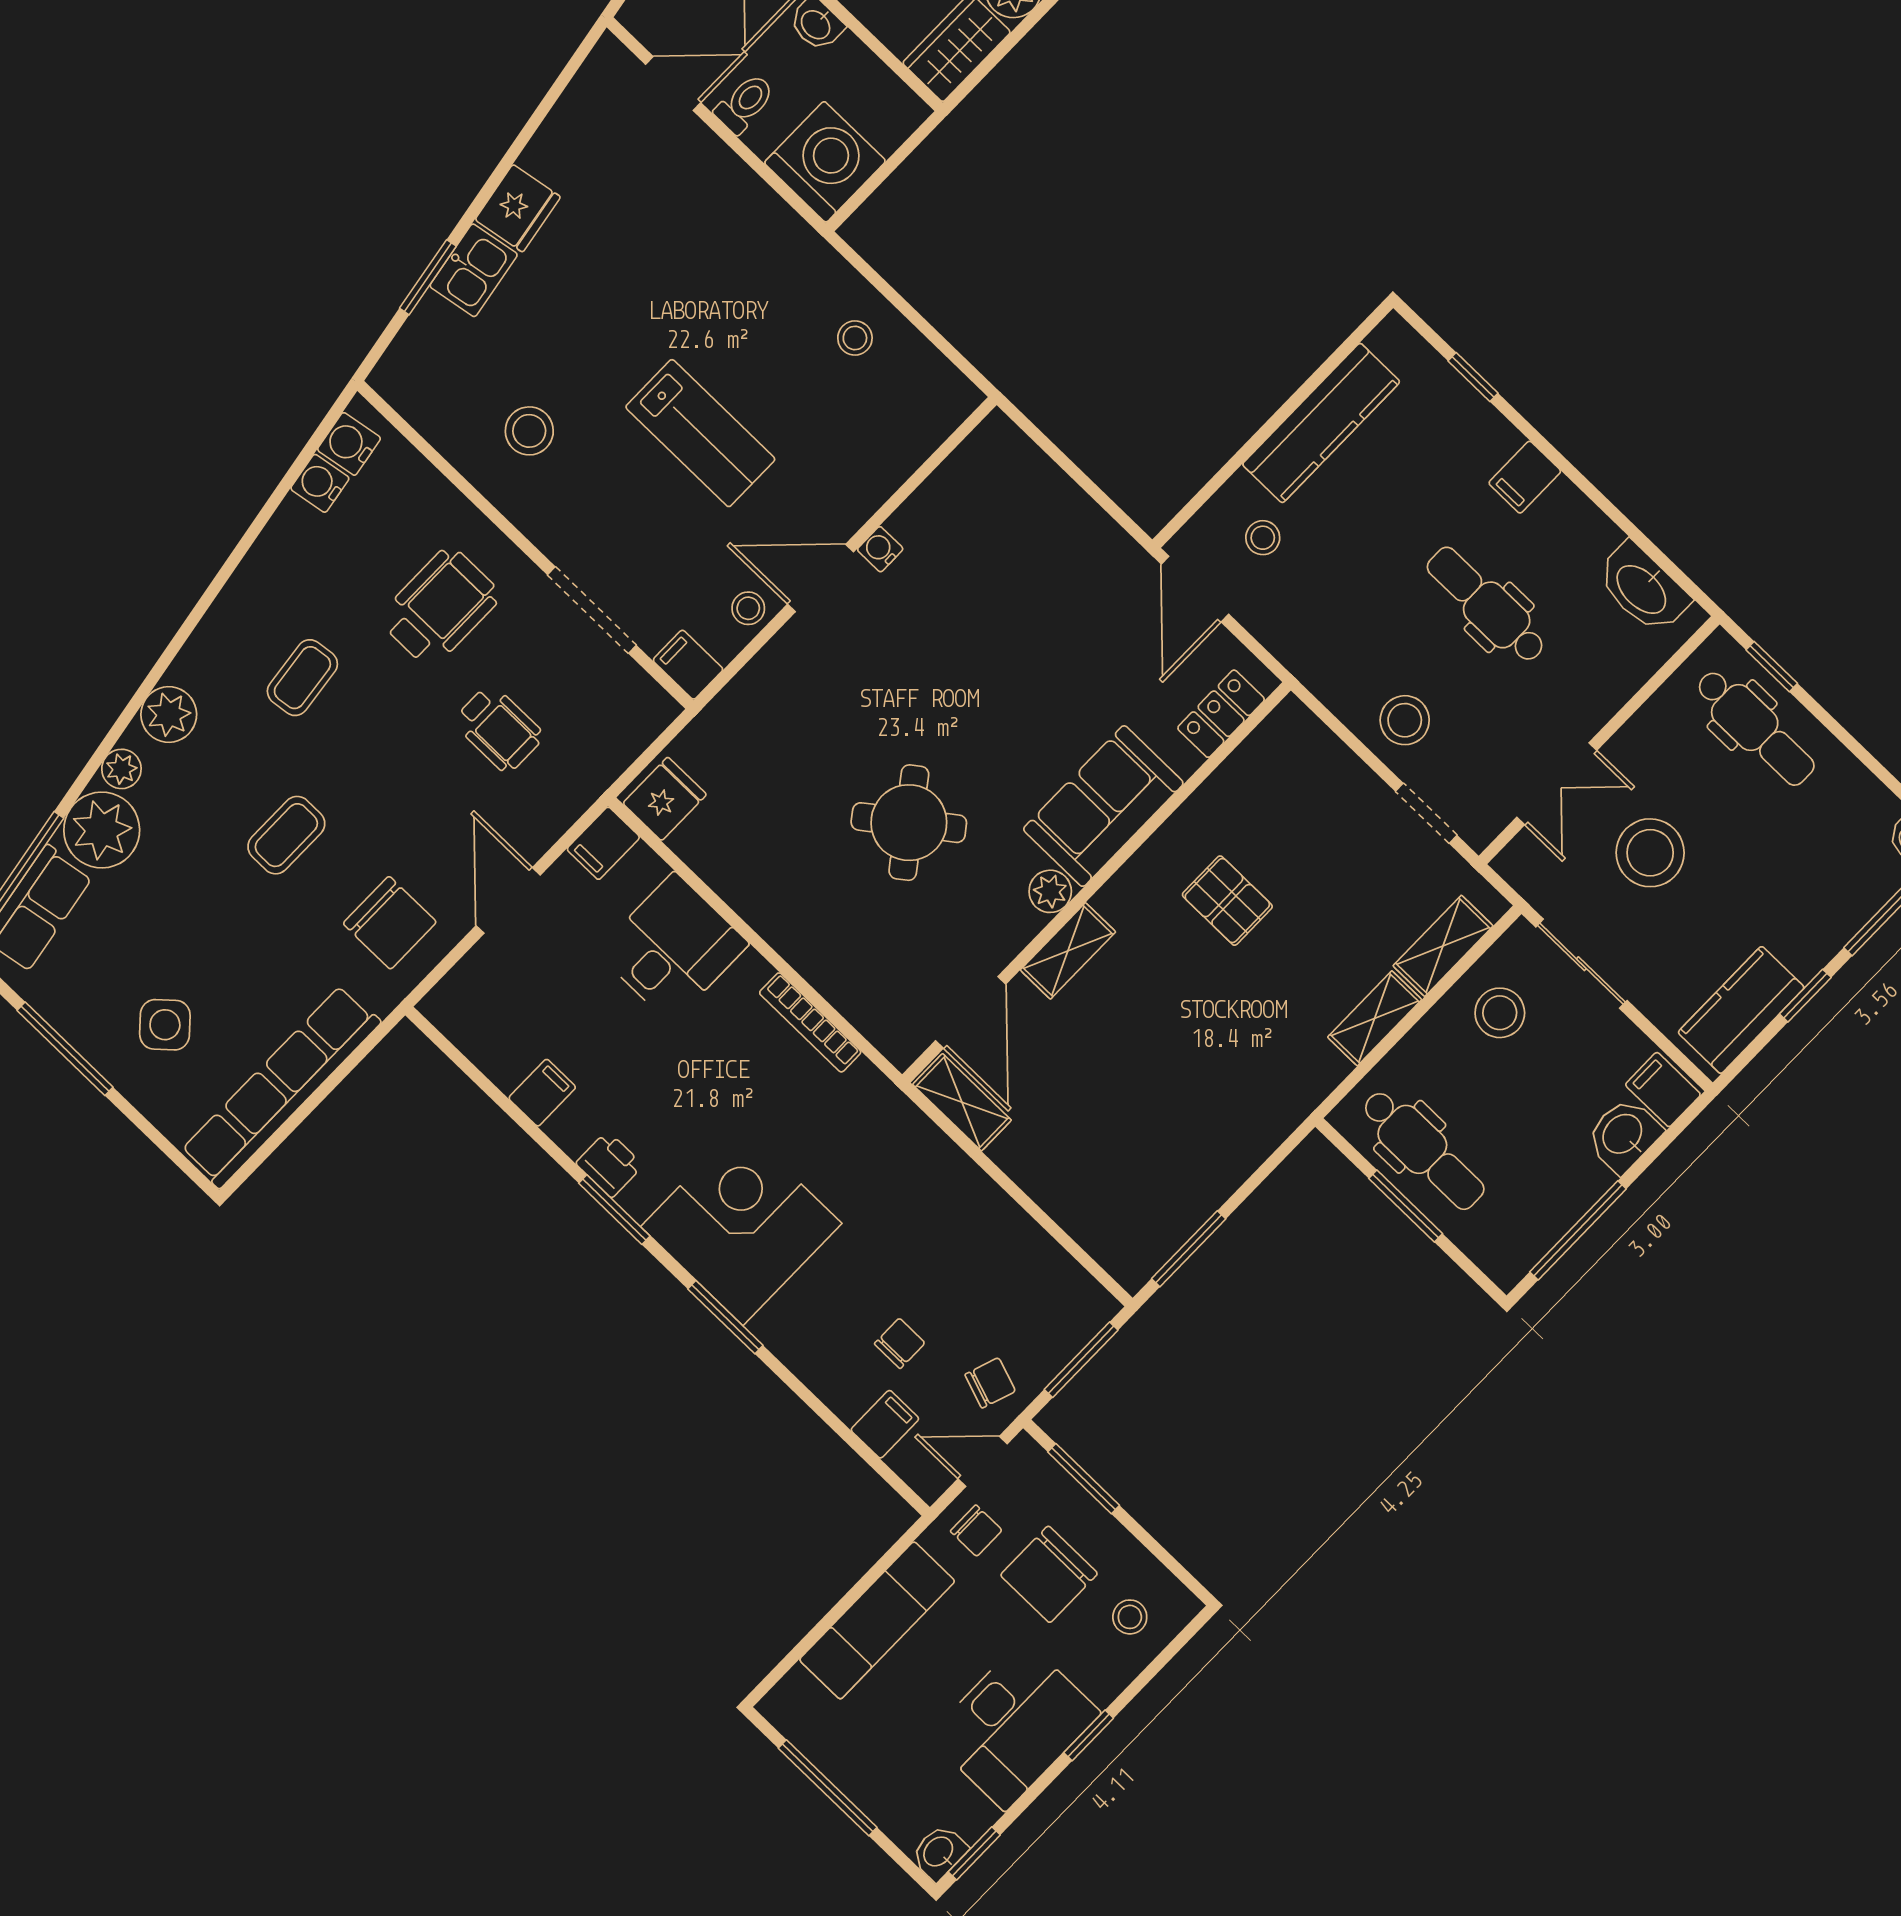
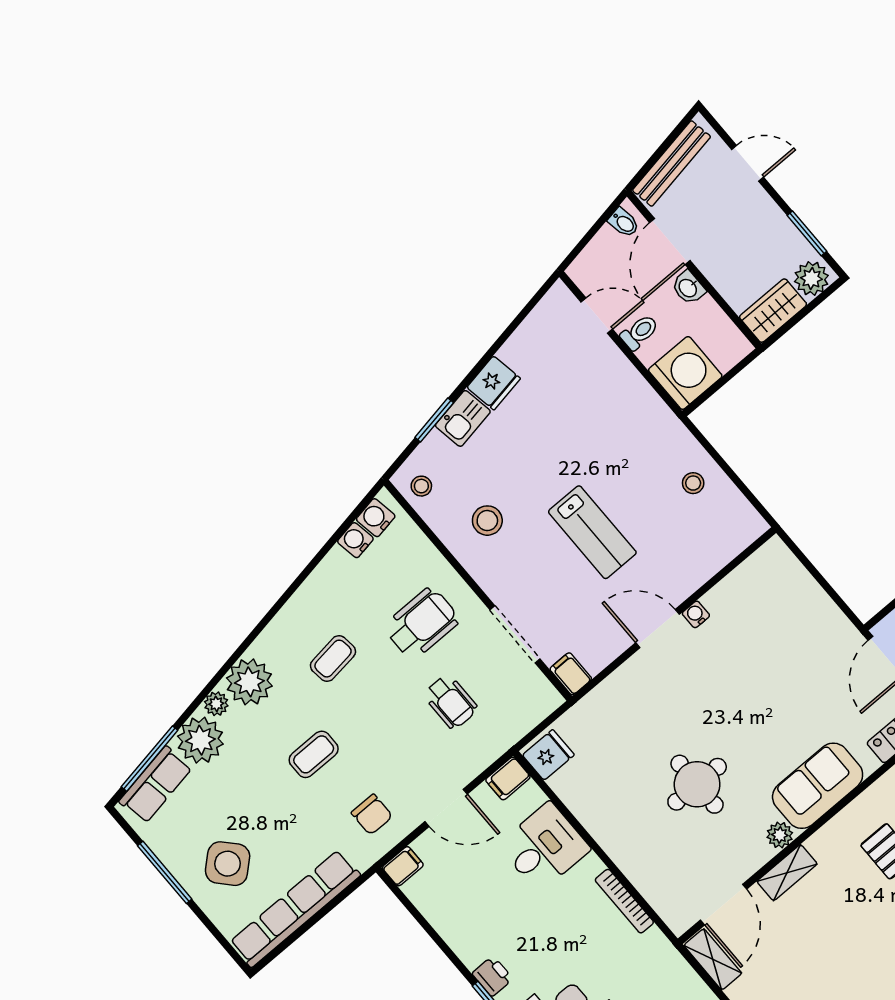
stool: (748, 608) -> (421, 486), moved
plant: (169, 714) -> (249, 682), width x1.36, depth x1.36
round table: (909, 823) -> (697, 784), turned 37
door: (508, 900) -> (446, 808), swing flipped
chair: (390, 923) -> (372, 814), width x0.73, depth x0.73
side table: (165, 1025) -> (228, 864), width x1.37, depth x1.37
filing cabinet: (542, 1093) -> (403, 866), moved

